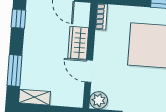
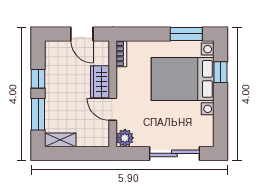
window: (18, 19) -> (38, 79), moved

